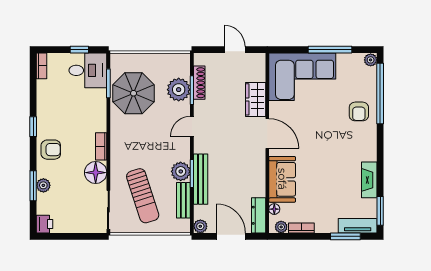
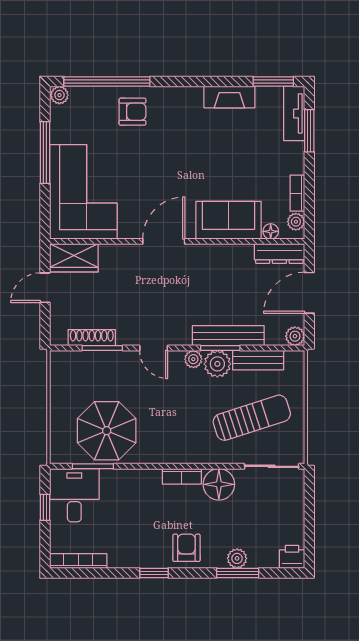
bookcase: (42, 66) -> (78, 561), width x1.56
plant: (179, 90) -> (193, 359), moved, width x0.53, depth x0.53
wardrobe: (256, 99) -> (74, 258), moved

